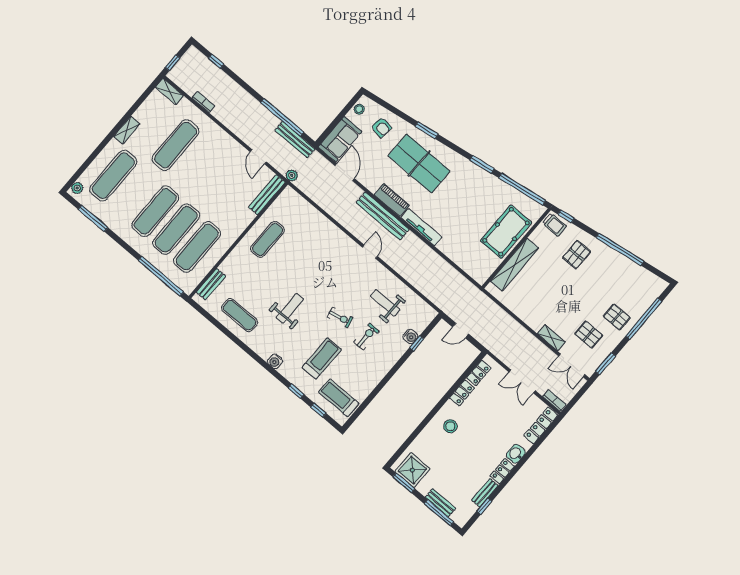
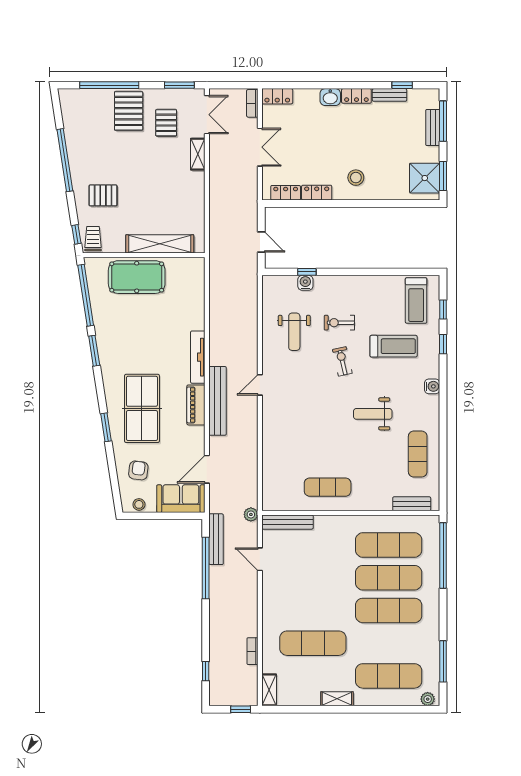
door: (258, 157) -> (260, 559), swing flipped
pallet: (617, 317) -> (129, 111), width x1.50, depth x1.42
treadmill: (322, 359) -> (394, 346), turned 180
locker: (541, 425) -> (277, 96), width x0.66

